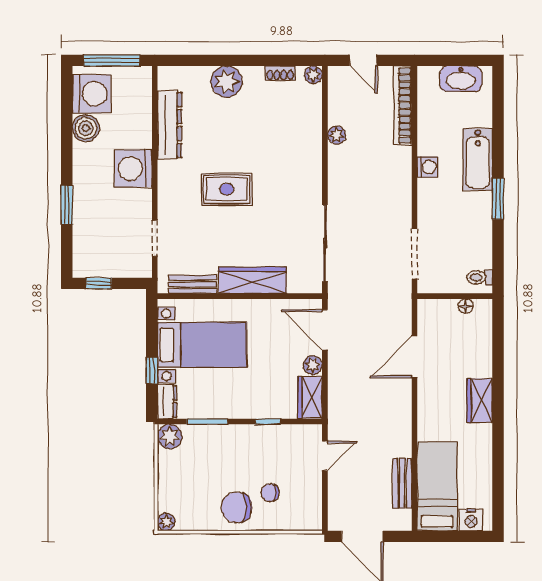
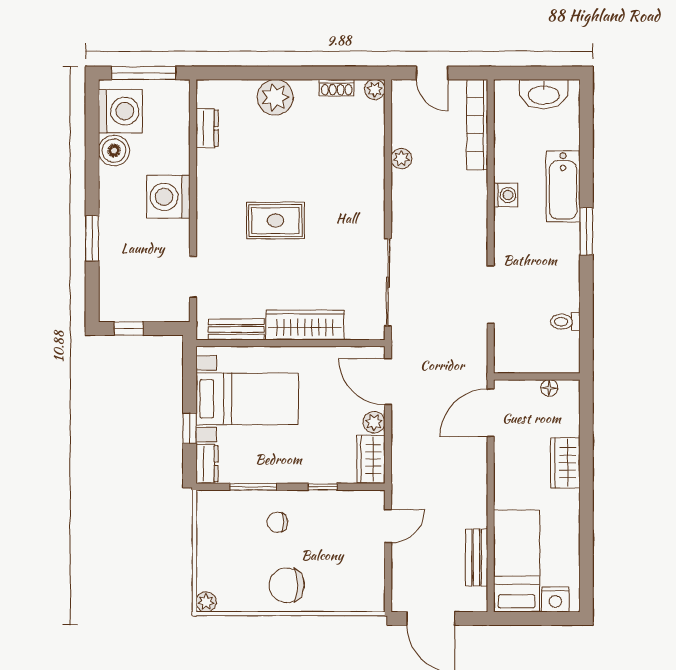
dresser: (170, 125) -> (207, 128), width x0.51, depth x0.80
wall: (455, 296) -> (537, 376), moved
floor lamp: (466, 306) -> (549, 388), moved
plant: (170, 437) -> (210, 504), removed
chair: (270, 493) -> (277, 522), moved

